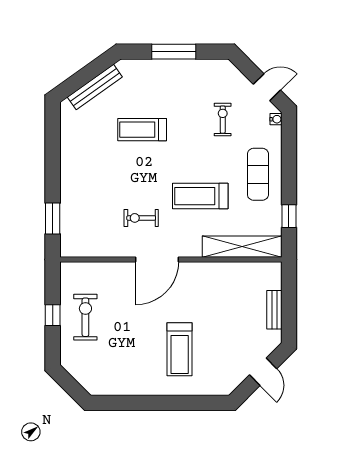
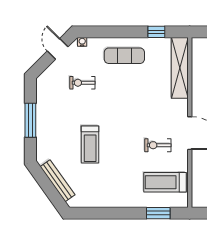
treadmill: (200, 196) -> (165, 182), moved, turned 90
exercise bike: (141, 218) -> (158, 145), turned 90

